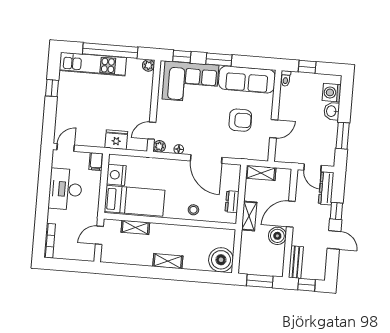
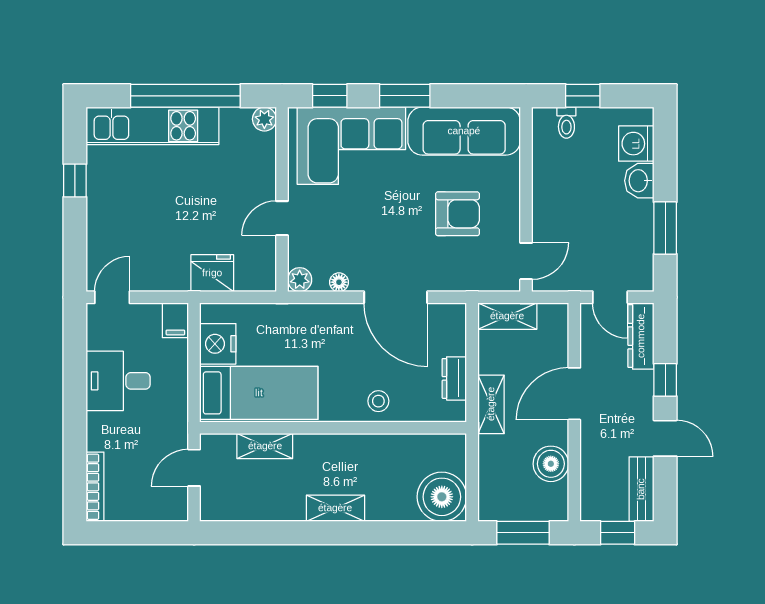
toilet: (286, 78) -> (566, 123), moved
door: (274, 129) -> (526, 261), moved
door: (152, 131) -> (282, 218), moved
desk: (65, 189) -> (118, 381), width x0.73
boiler: (277, 236) -> (551, 464), moved
bench: (296, 262) -> (641, 489), moved

